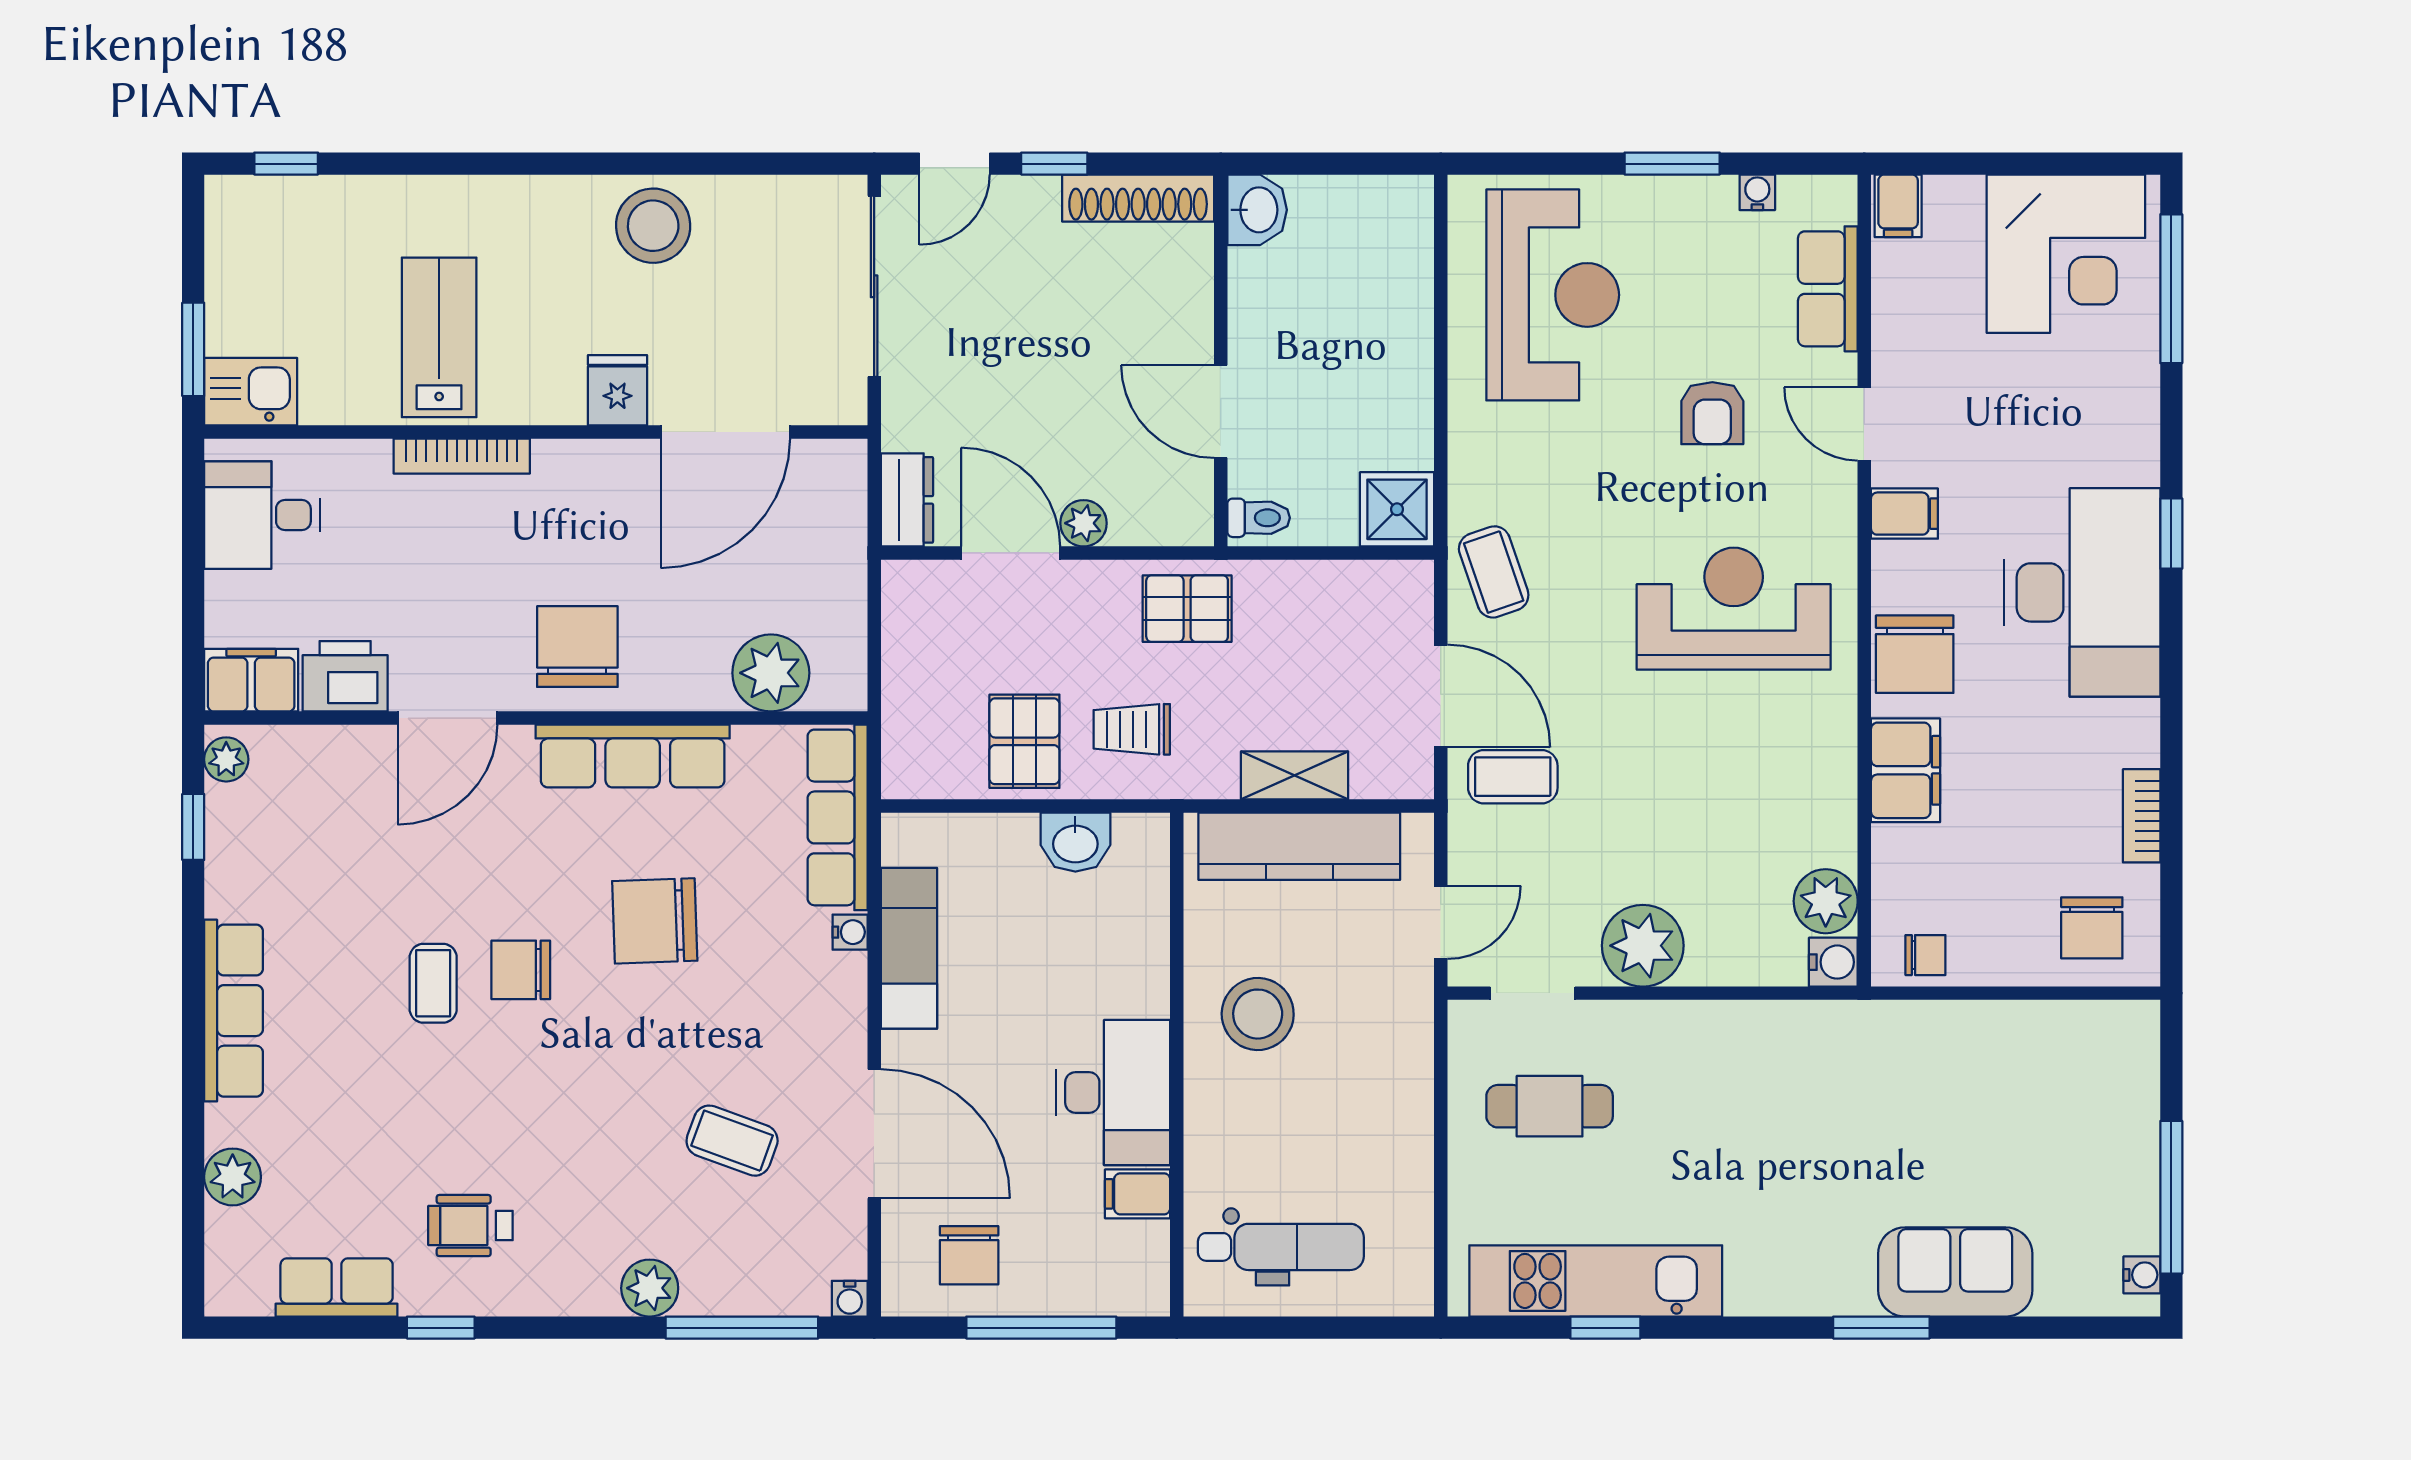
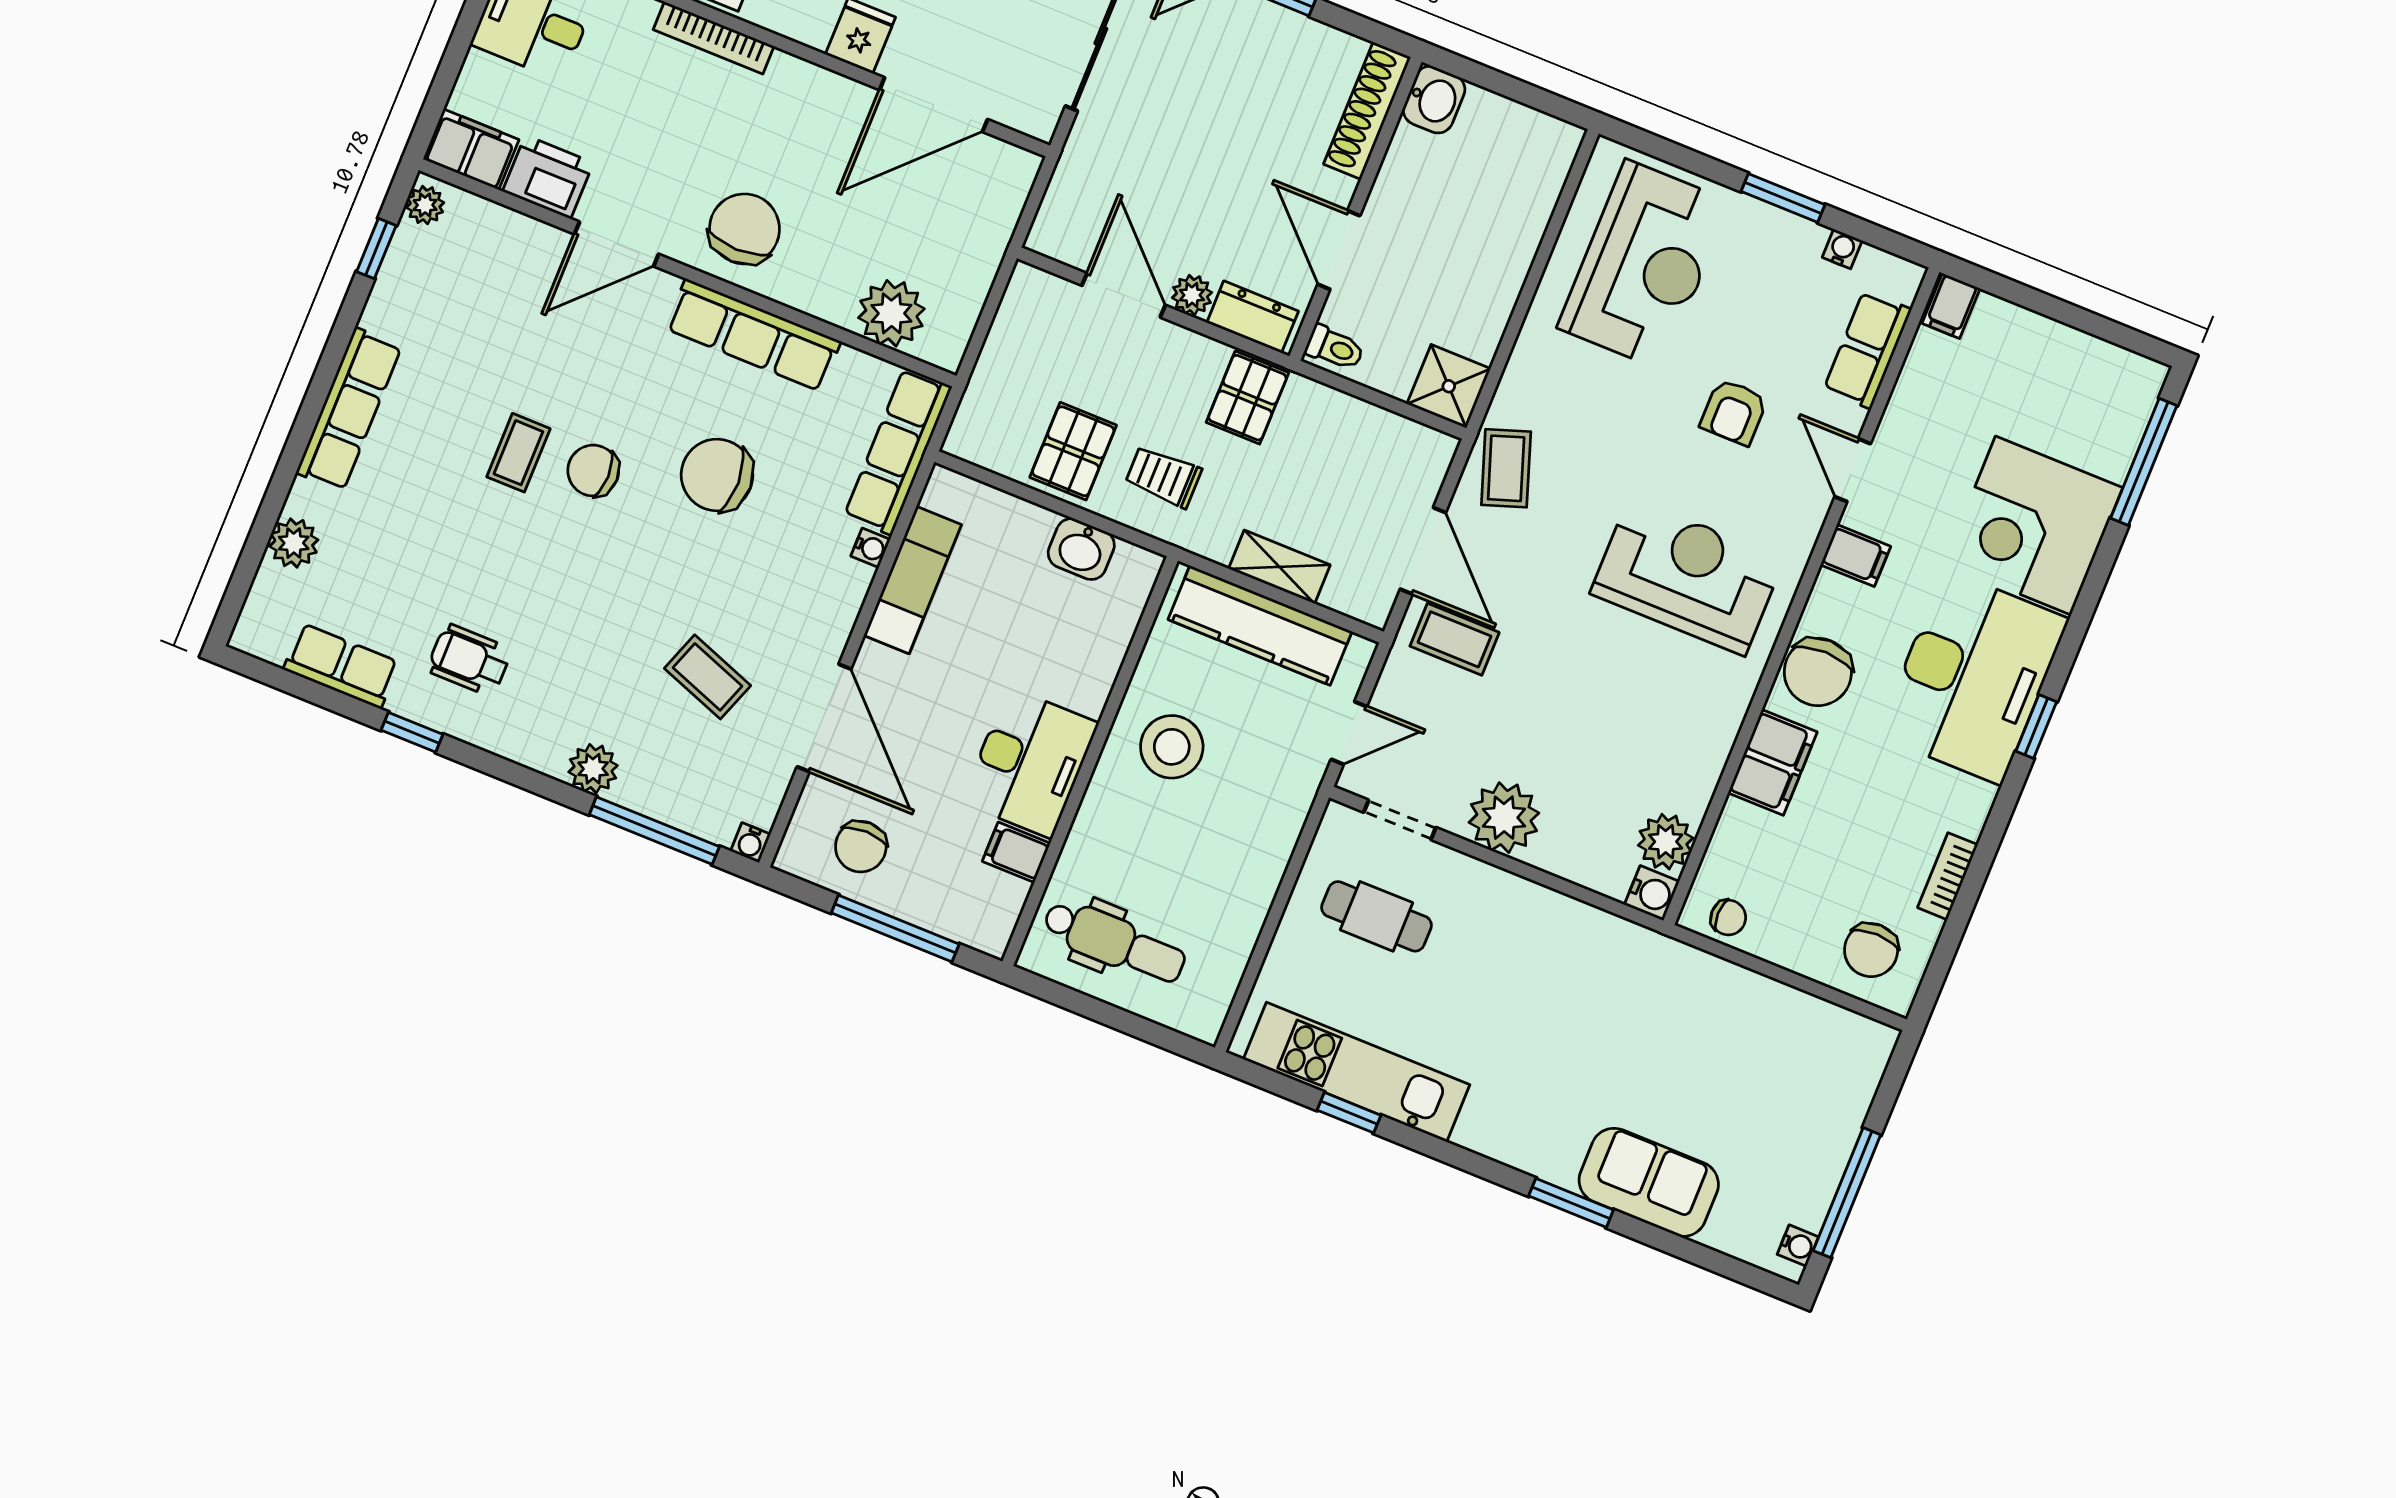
shoe rack: (1138, 198) -> (1367, 111), moved, turned 90
corner desk: (2066, 254) -> (2033, 526), moved, turned 90
dresser: (907, 500) -> (1253, 317), moved, turned -90
window: (2171, 534) -> (2036, 727), moved
pallet: (1187, 609) -> (1247, 398), turned 90

